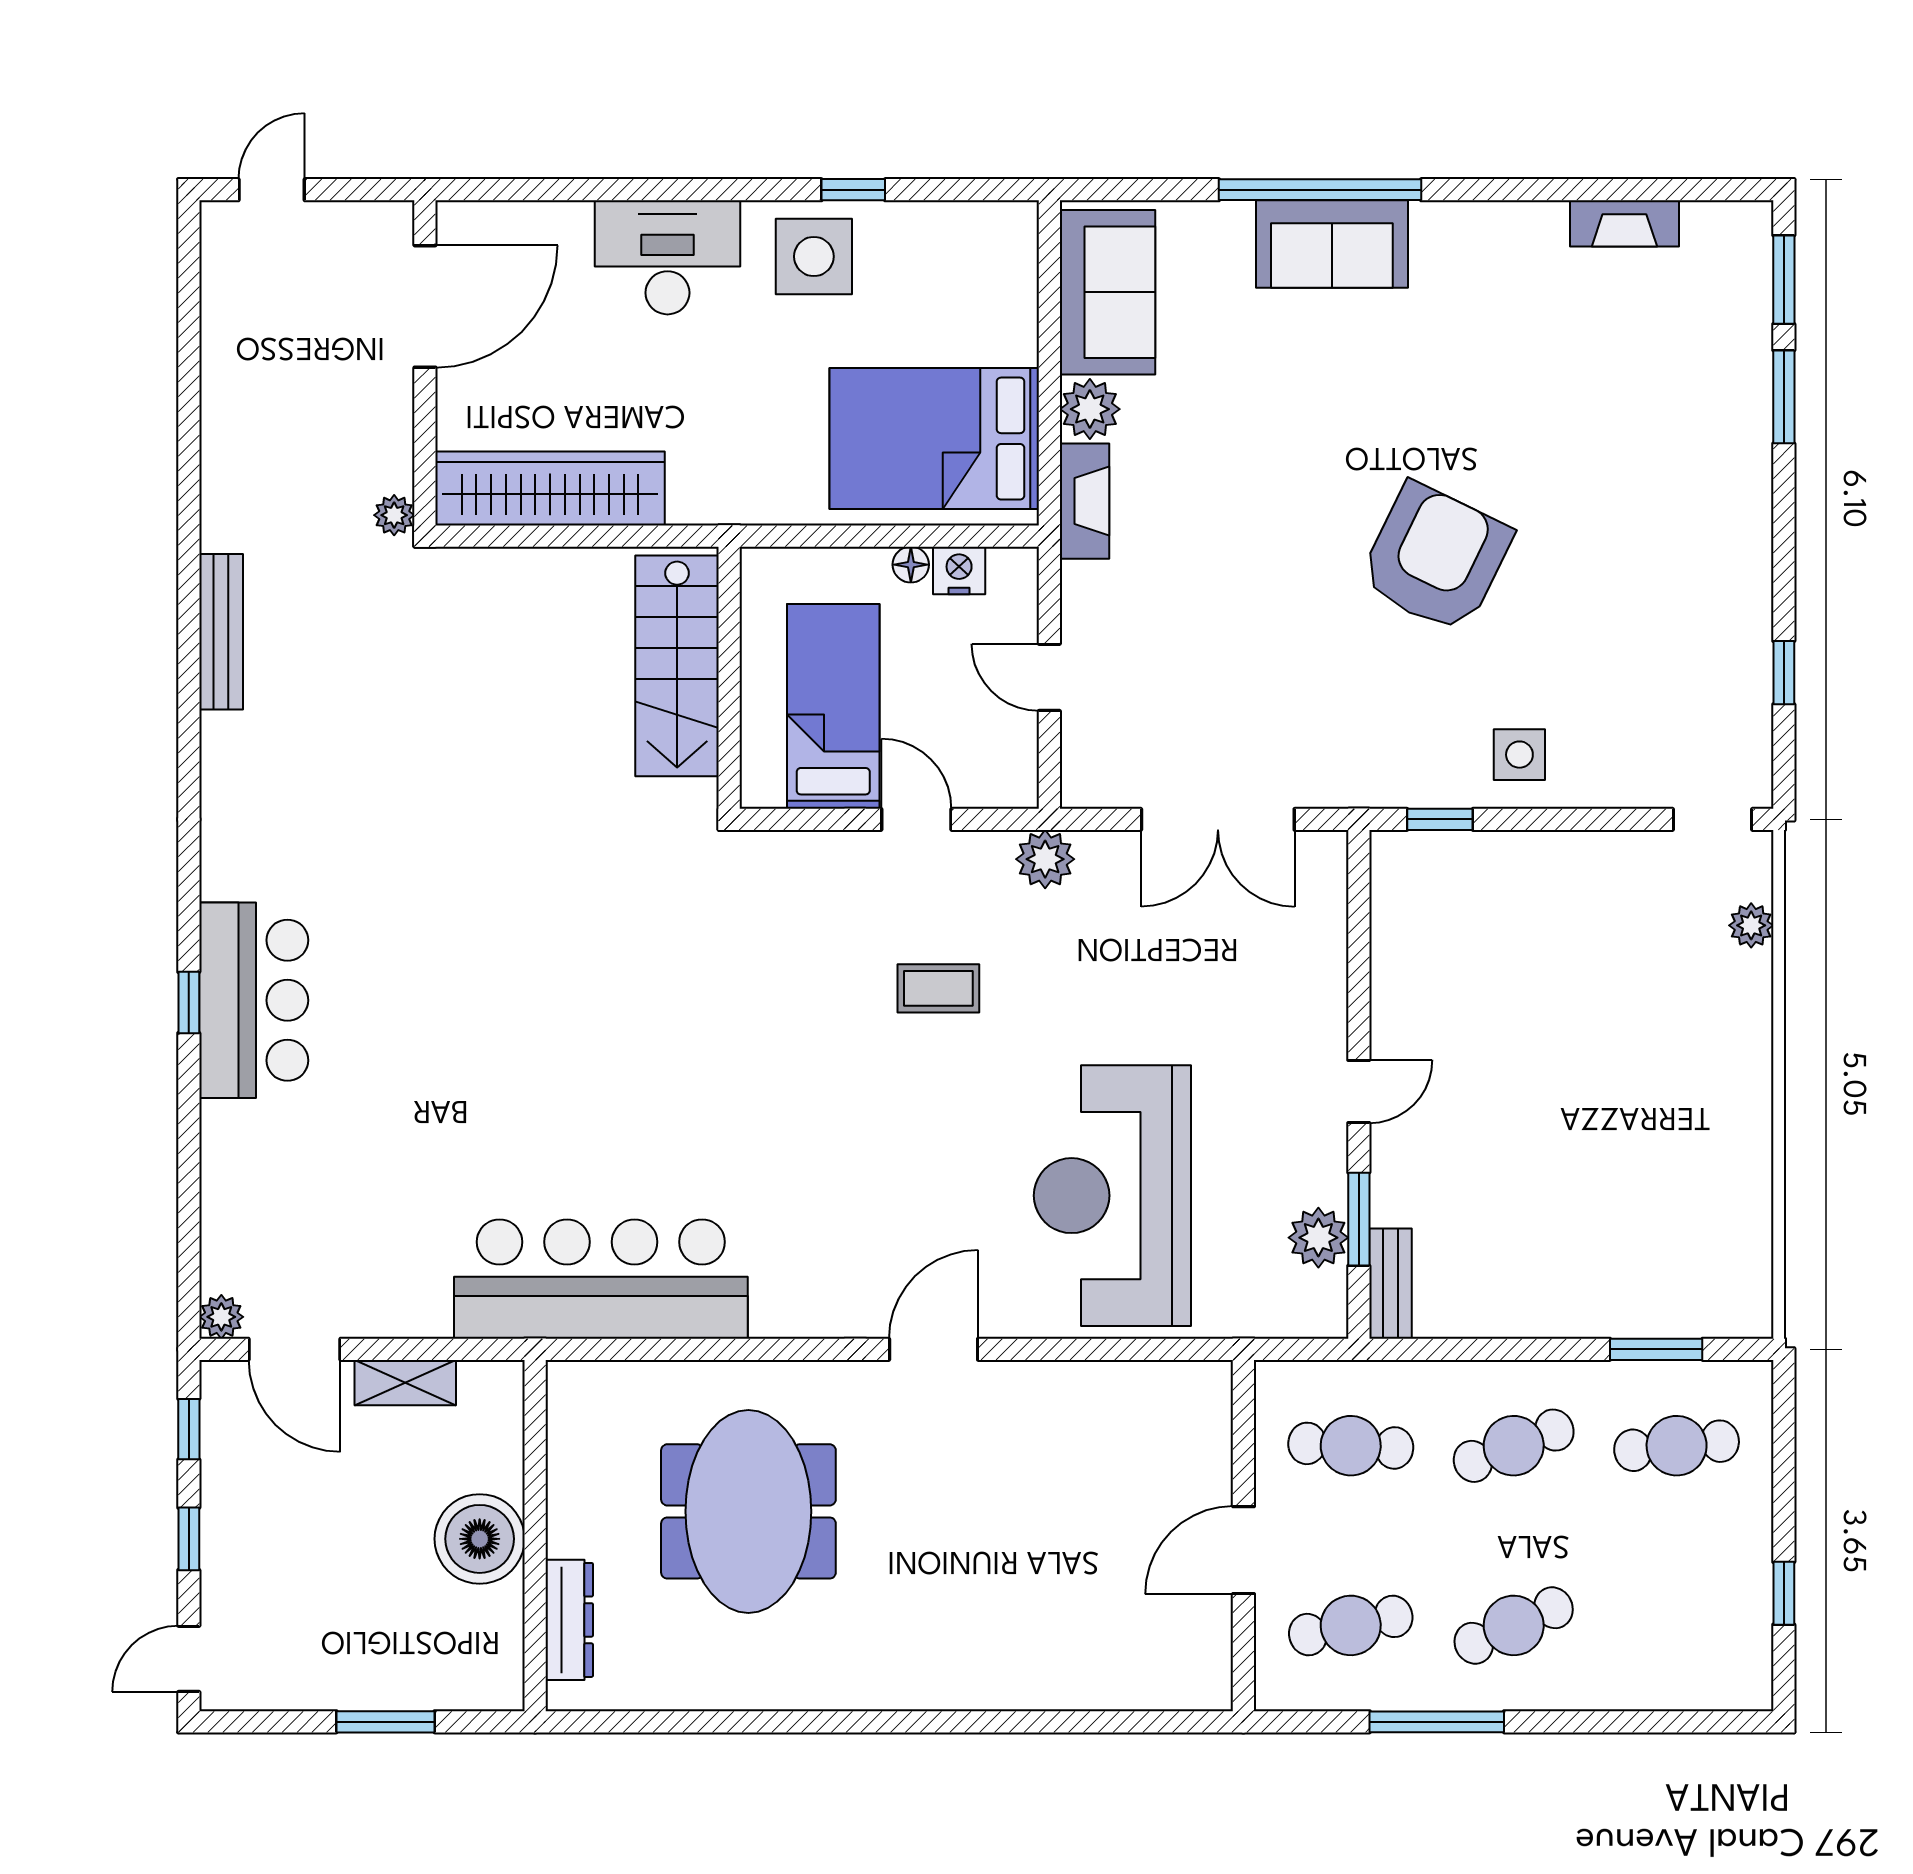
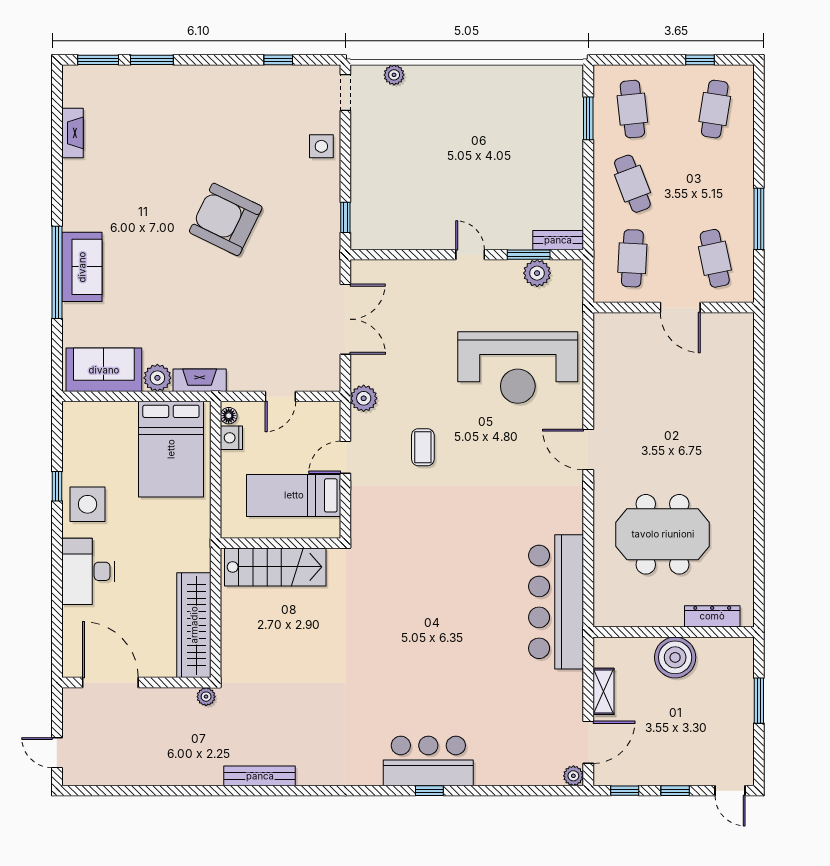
floor lamp: (911, 565) -> (229, 416), moved
side table: (1519, 755) -> (321, 146), moved
cafe table: (1514, 1625) -> (715, 109), moved, turned 33

